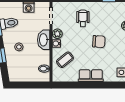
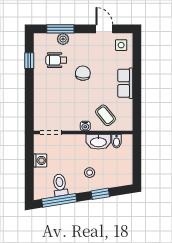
wheelchair: (83, 18) -> (56, 60), moved
plant: (57, 34) -> (73, 125), removed
washbasin: (44, 40) -> (98, 142), moved

